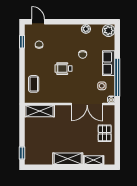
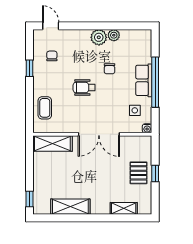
plant: (109, 31) -> (99, 37), moved
window: (22, 42) -> (29, 68), moved
window: (117, 77) -> (155, 82), moved
double door: (87, 104) -> (99, 134), moved
window: (117, 134) -> (155, 174), added
shelving: (68, 159) -> (70, 207), moved

